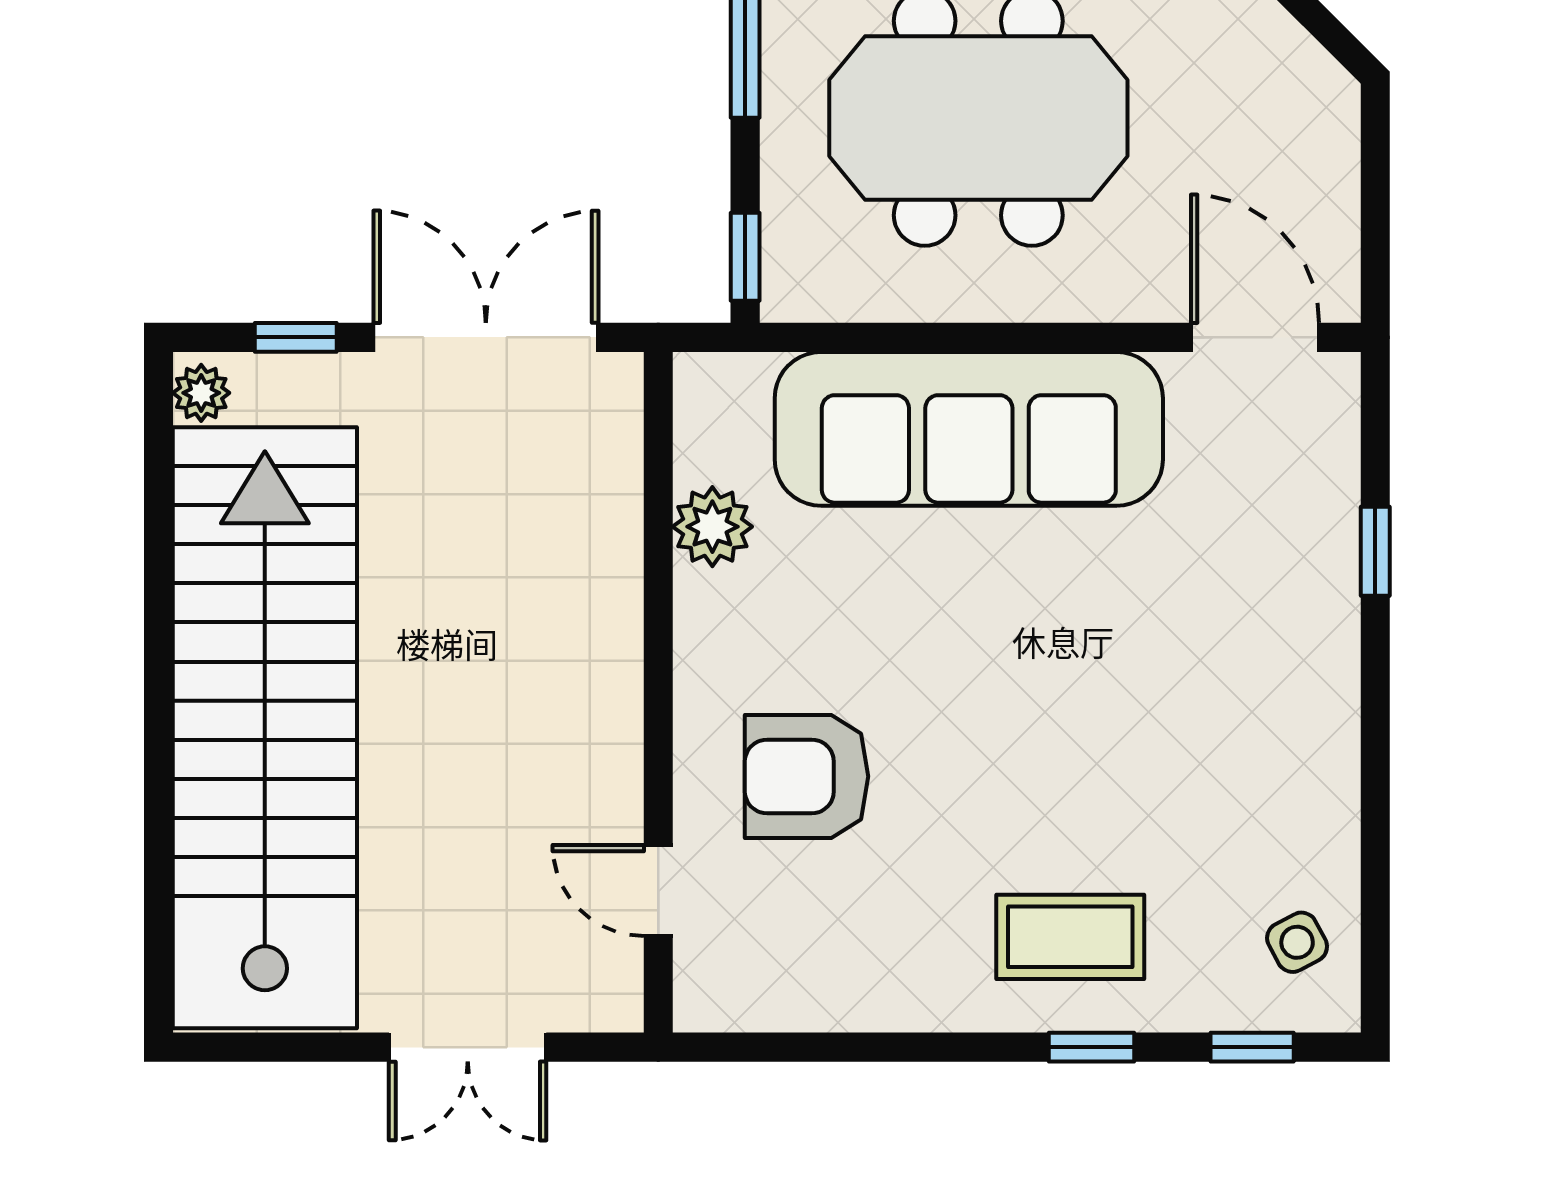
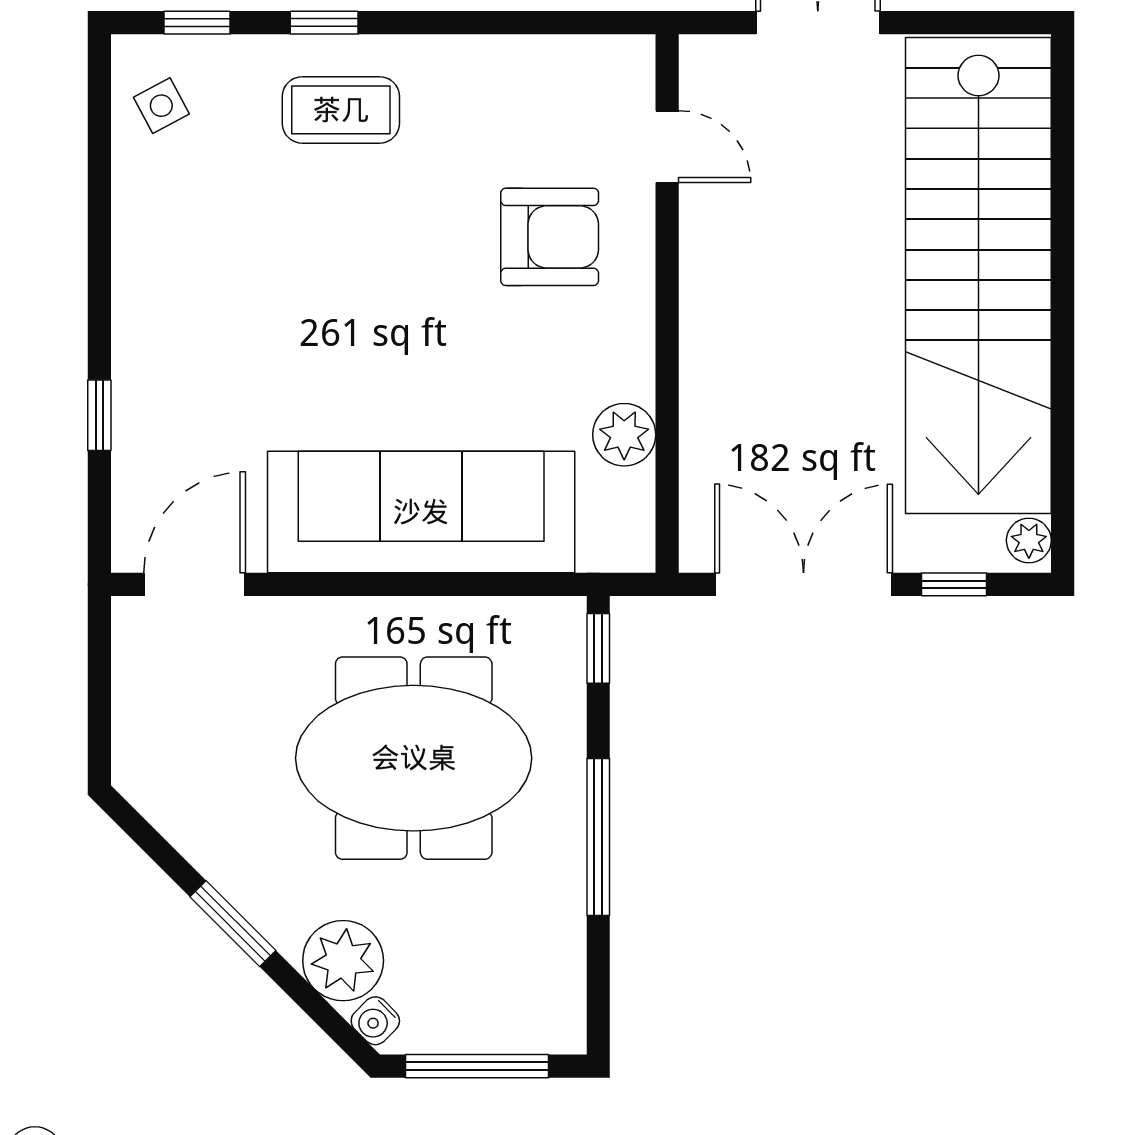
double door: (486, 337) -> (804, 584), swing flipped
door: (1255, 337) -> (195, 584), swing flipped

